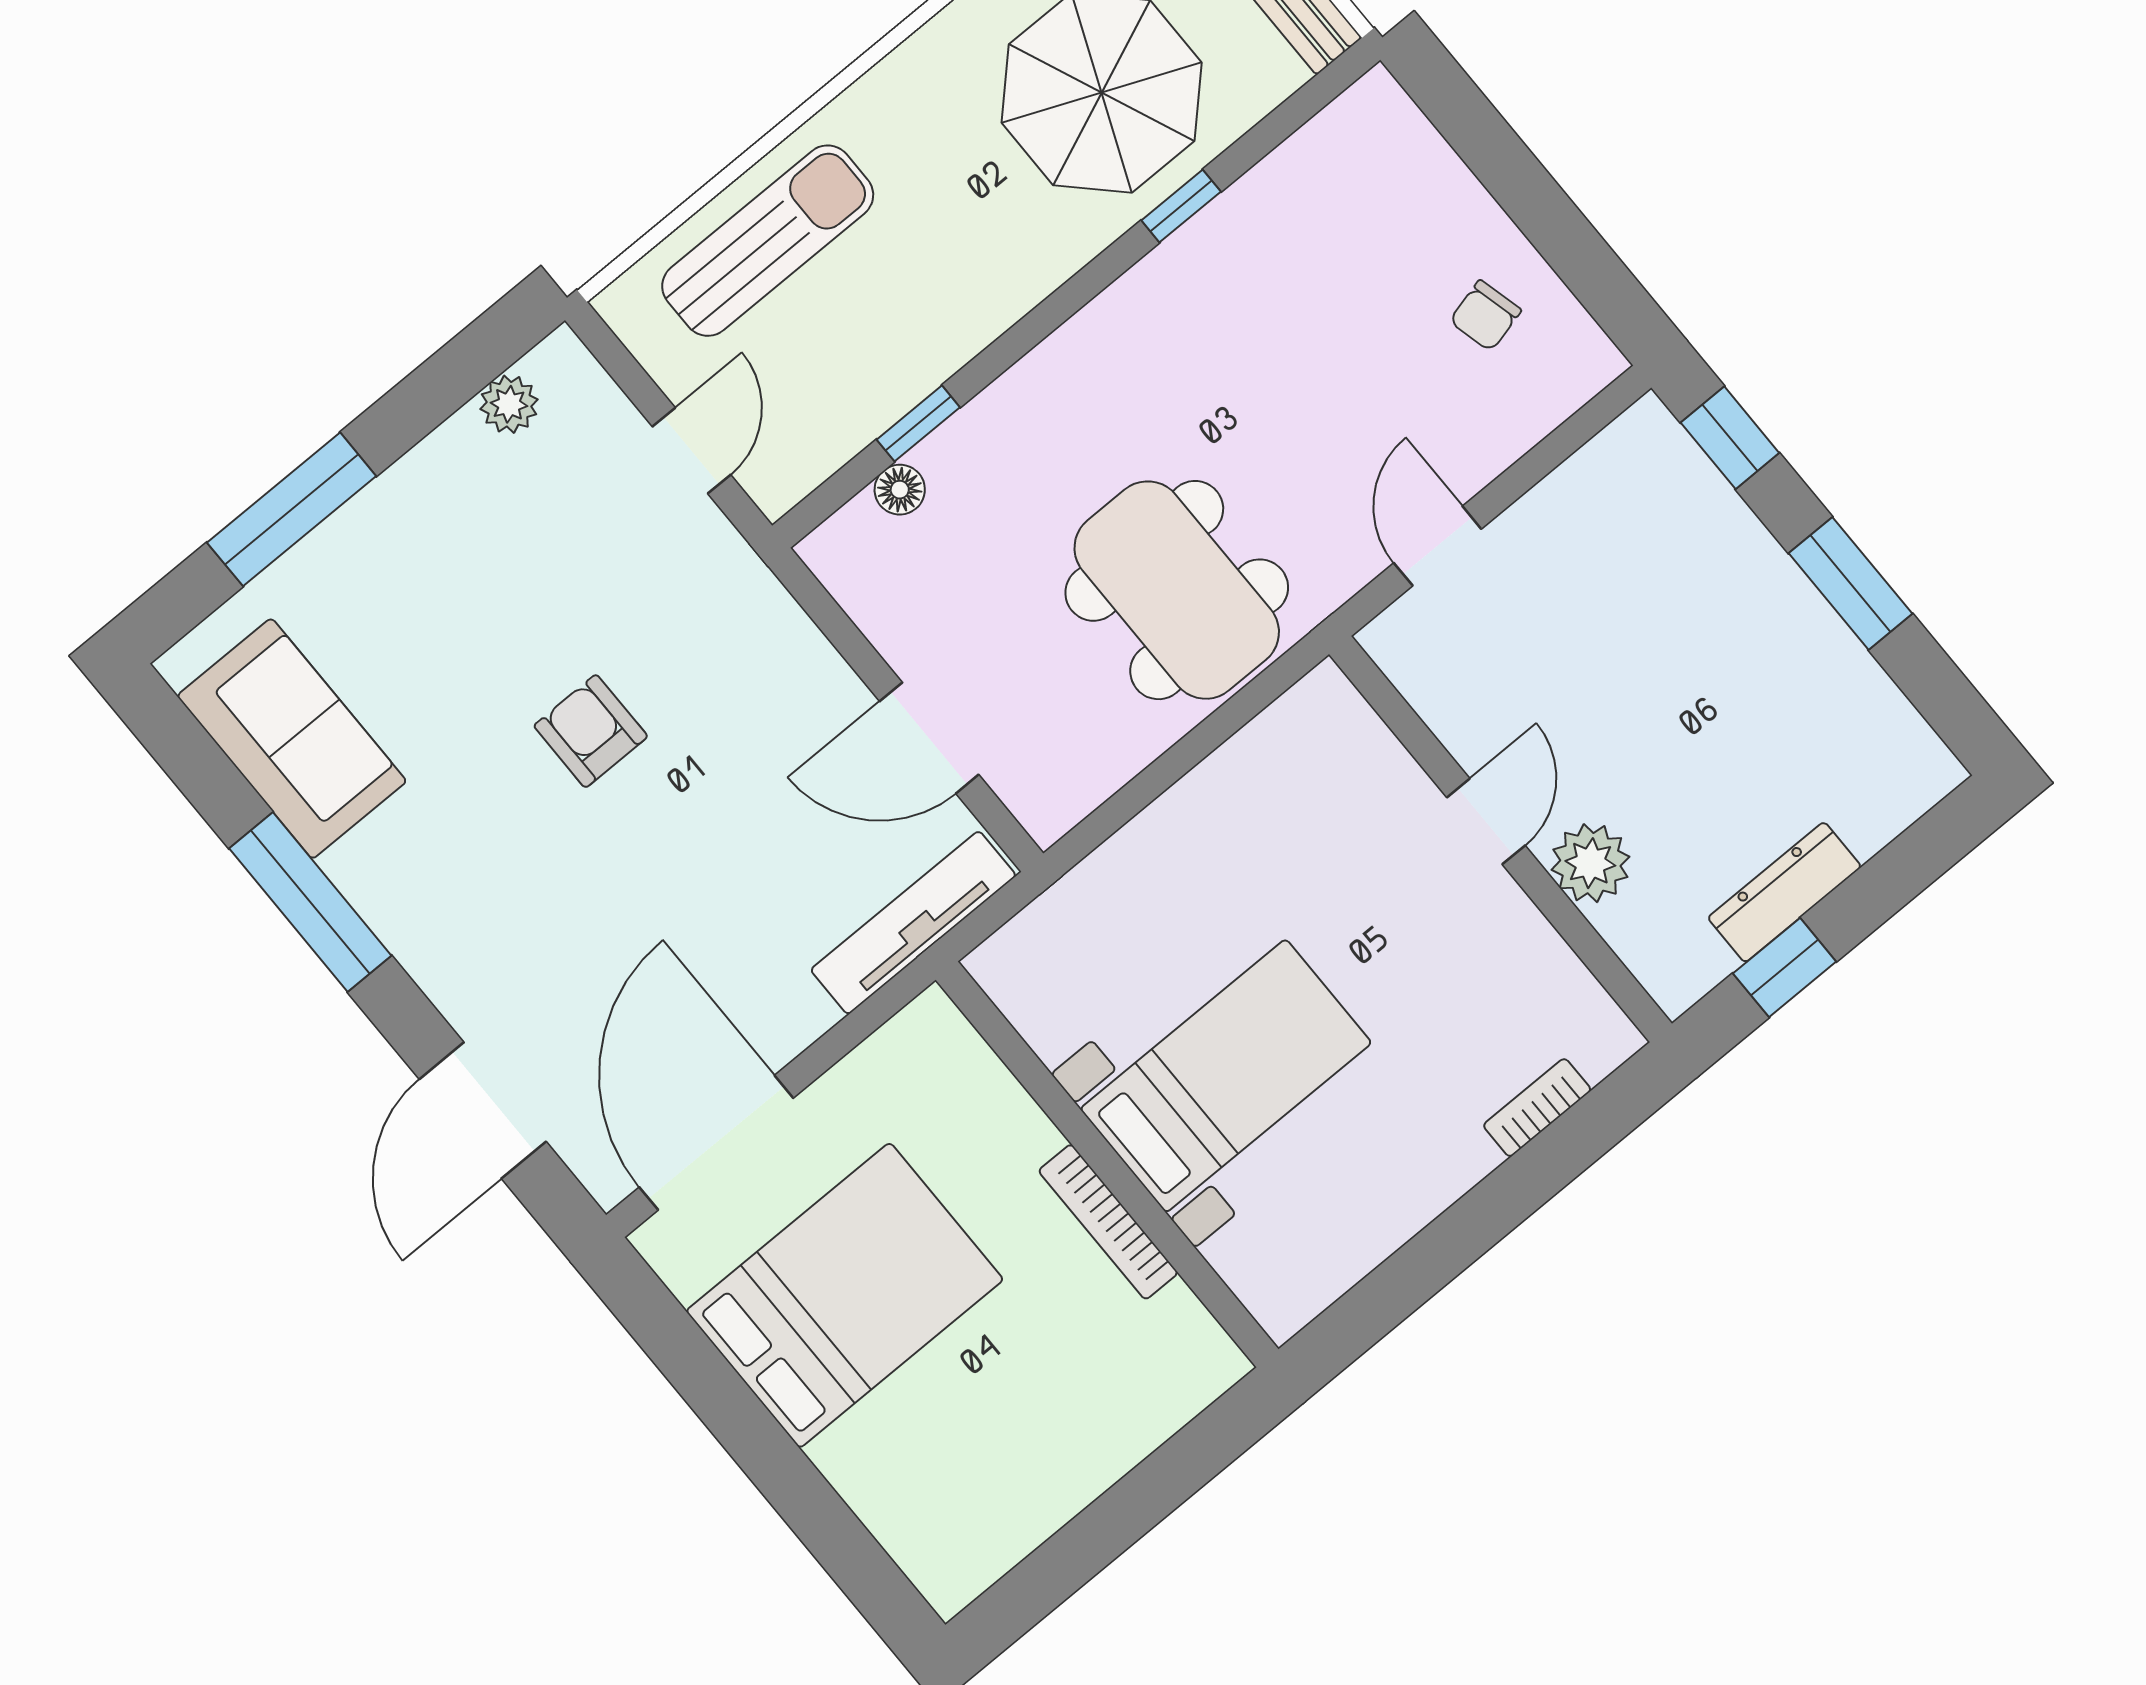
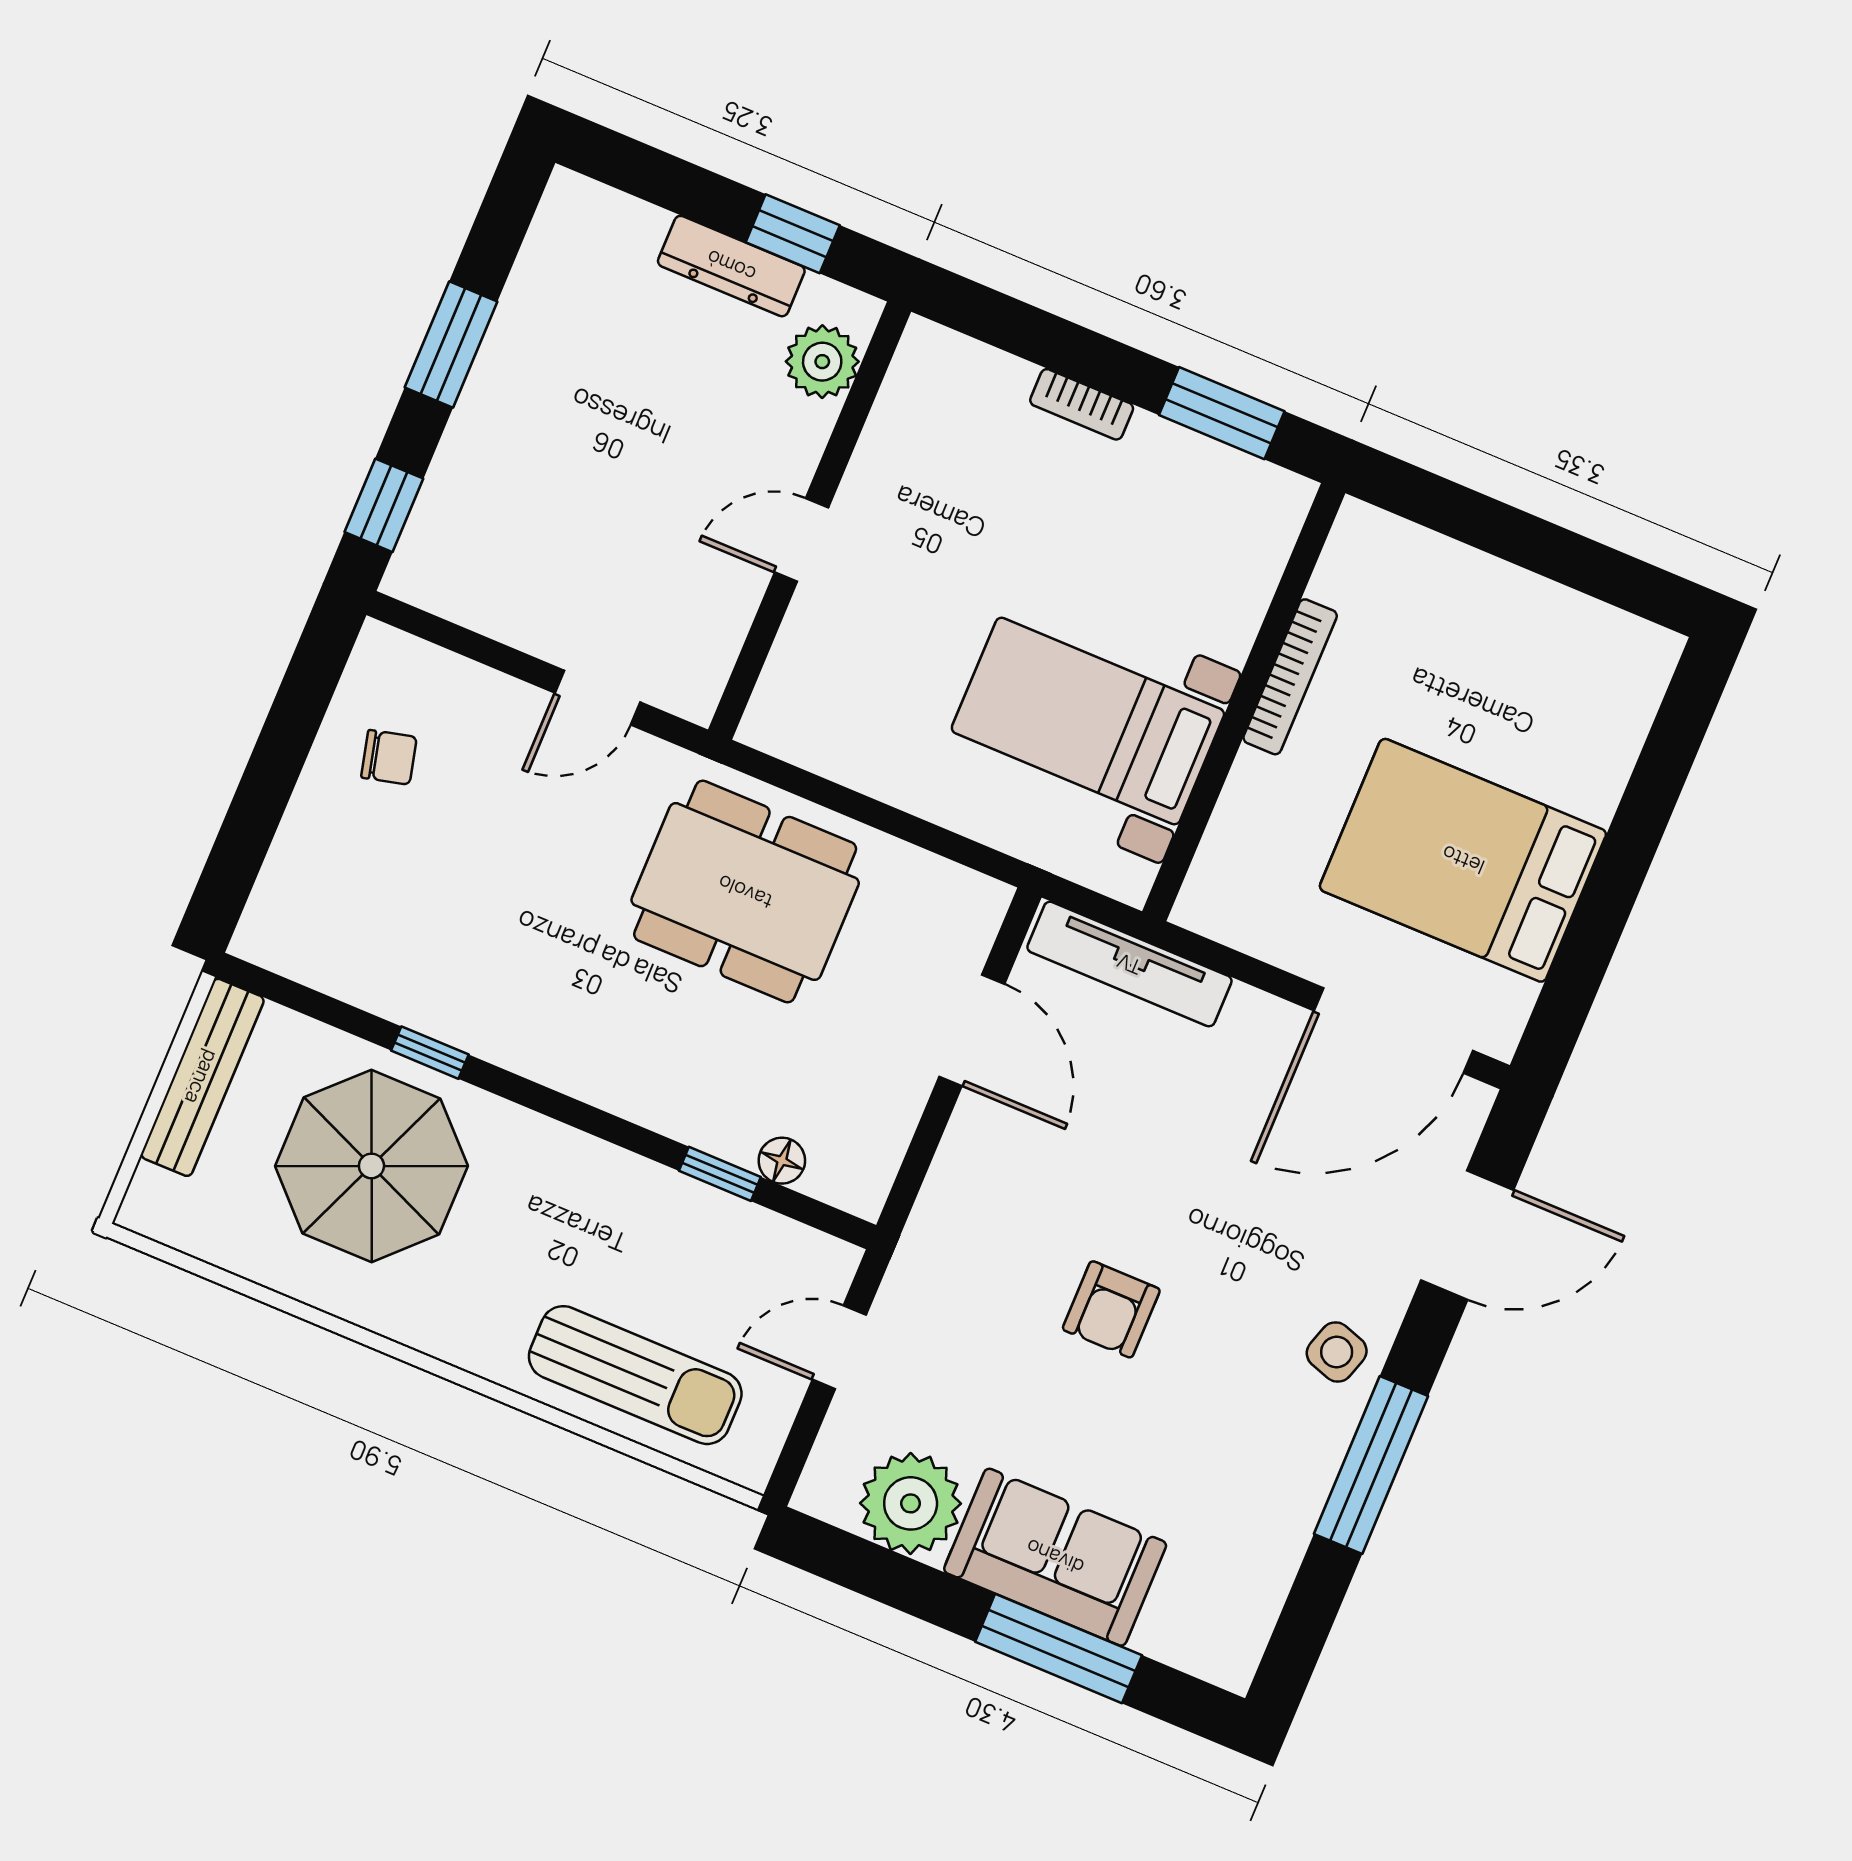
sun lounger: (768, 241) -> (635, 1375), turned 180
plant: (509, 404) -> (911, 1503), width x1.87, depth x1.87
dining table: (1177, 590) -> (745, 892), turned 90
sofa: (292, 739) -> (1055, 1557), moved, turned 90
plant: (1590, 863) -> (822, 362), moved
side table: (436, 926) -> (1337, 1352), added
bed with nightstands: (1226, 1076) -> (1088, 721), moved
bookcase: (1537, 1108) -> (1082, 404), moved
window: (1396, 1289) -> (1222, 413), added

